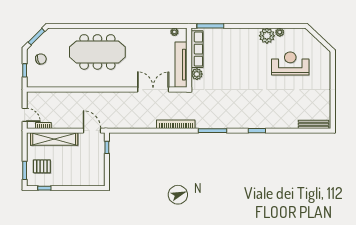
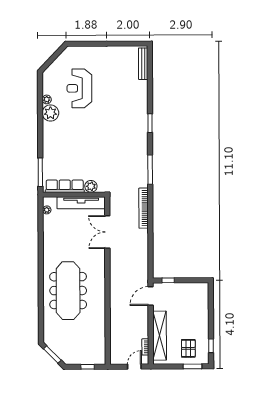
chair: (41, 59) -> (76, 350), removed

